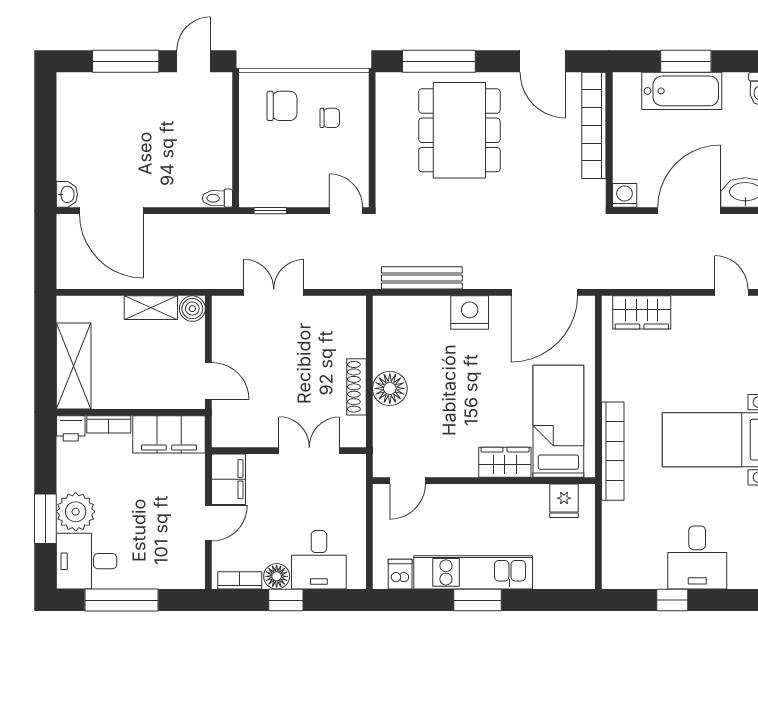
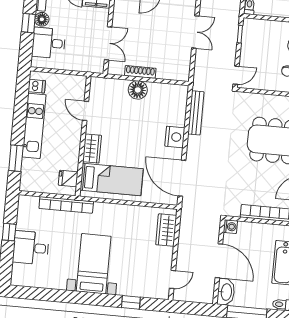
bookcase: (613, 451) -> (66, 205), moved
door: (408, 481) -> (86, 111), moved
window: (477, 600) -> (16, 158), moved

